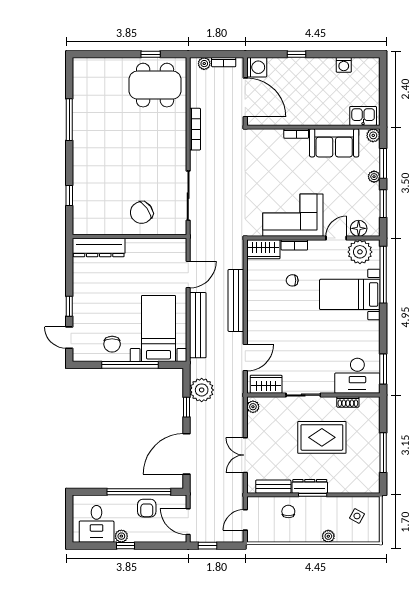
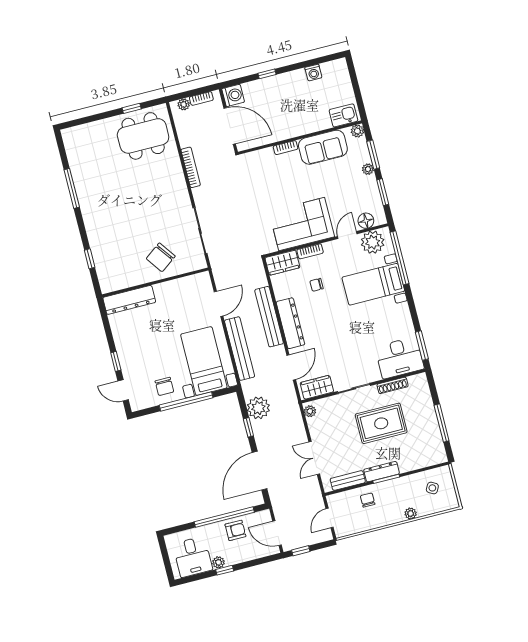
dresser: (256, 313) -> (290, 323), added
shoe rack: (348, 402) -> (393, 385), width x1.43
armchair: (147, 508) -> (235, 530), turned -90

